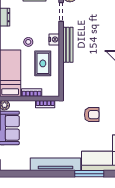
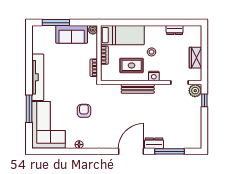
bench: (68, 45) -> (138, 89), moved
armchair: (92, 115) -> (84, 111), turned 180

